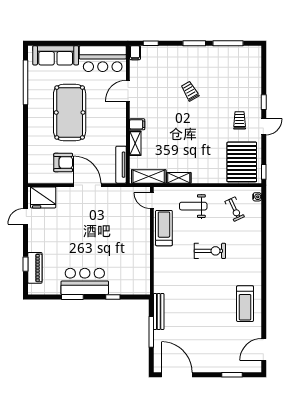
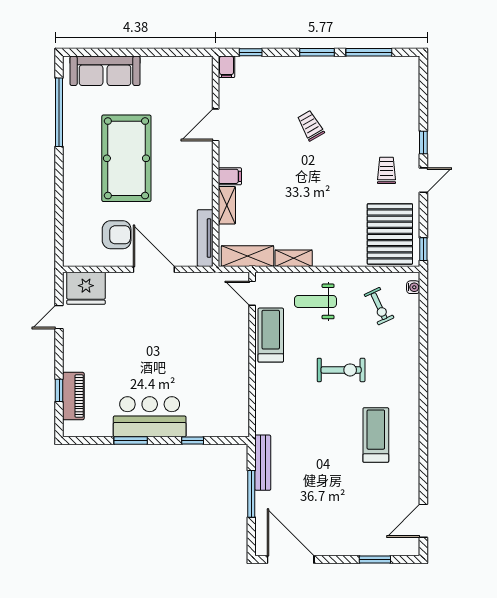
bar counter: (103, 59) -> (177, 76), removed
treadmill: (245, 304) -> (376, 435), moved, turned 180

